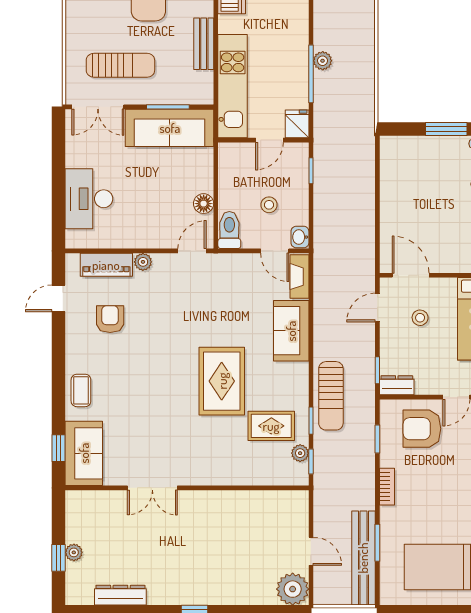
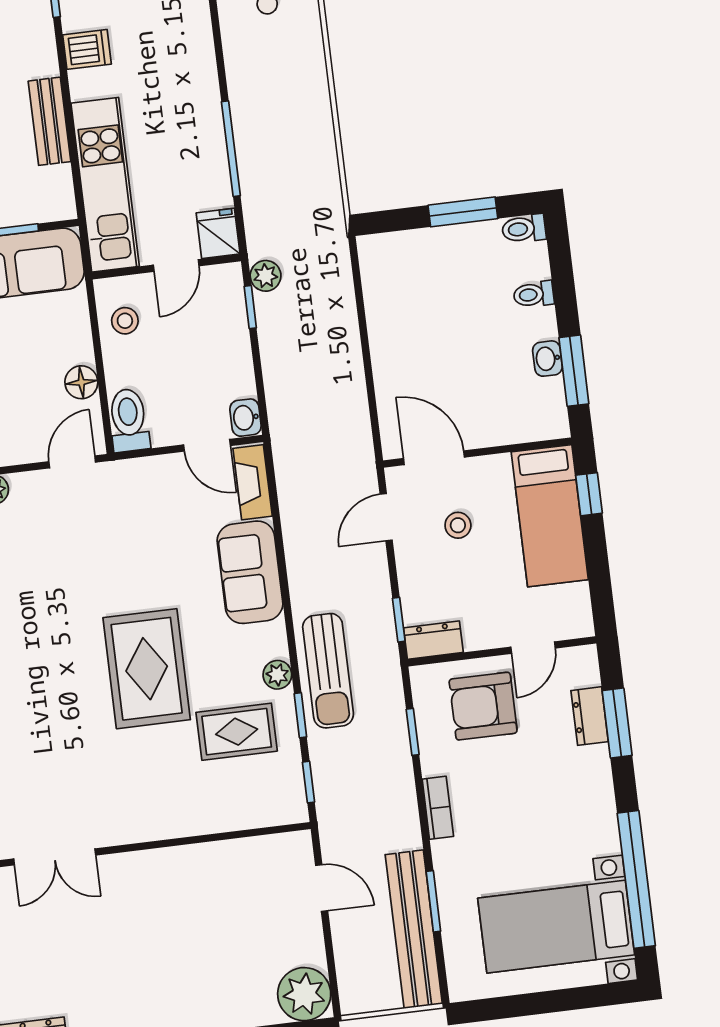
plant: (323, 61) -> (266, 276), moved
stool: (269, 205) -> (125, 321), moved
plant: (300, 453) -> (277, 675), moved
door: (311, 551) -> (322, 888), moved

